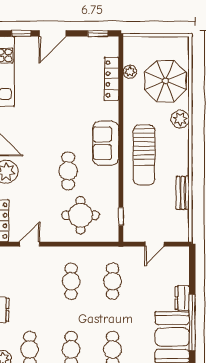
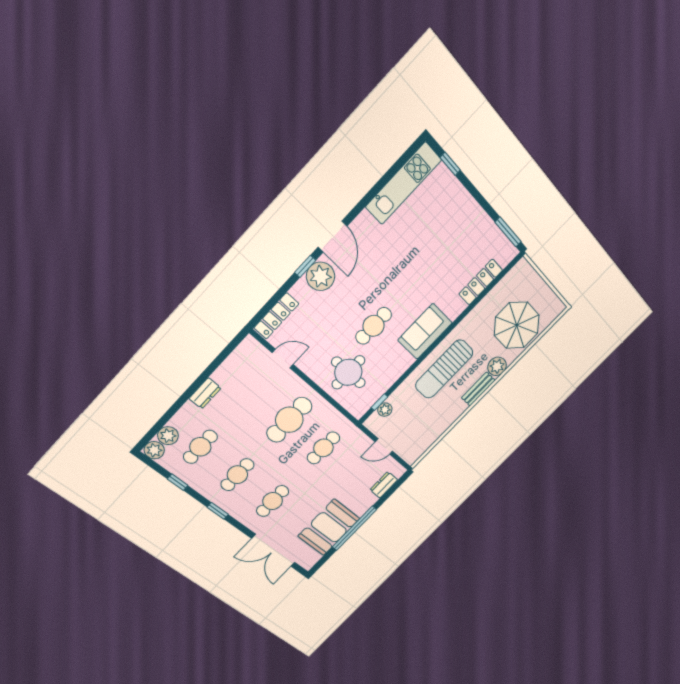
door: (53, 33) -> (475, 193), removed
window: (98, 33) -> (508, 232), width x1.50
plant: (130, 72) -> (385, 410), moved
bench: (183, 193) -> (478, 389), moved
cafe table: (71, 281) -> (289, 420), width x1.37, depth x1.35
dresser: (182, 298) -> (384, 485), moved

